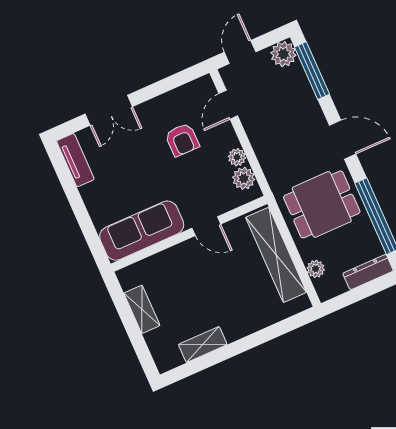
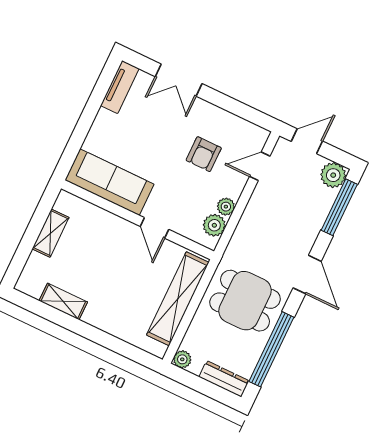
plant: (316, 269) -> (182, 359), moved

